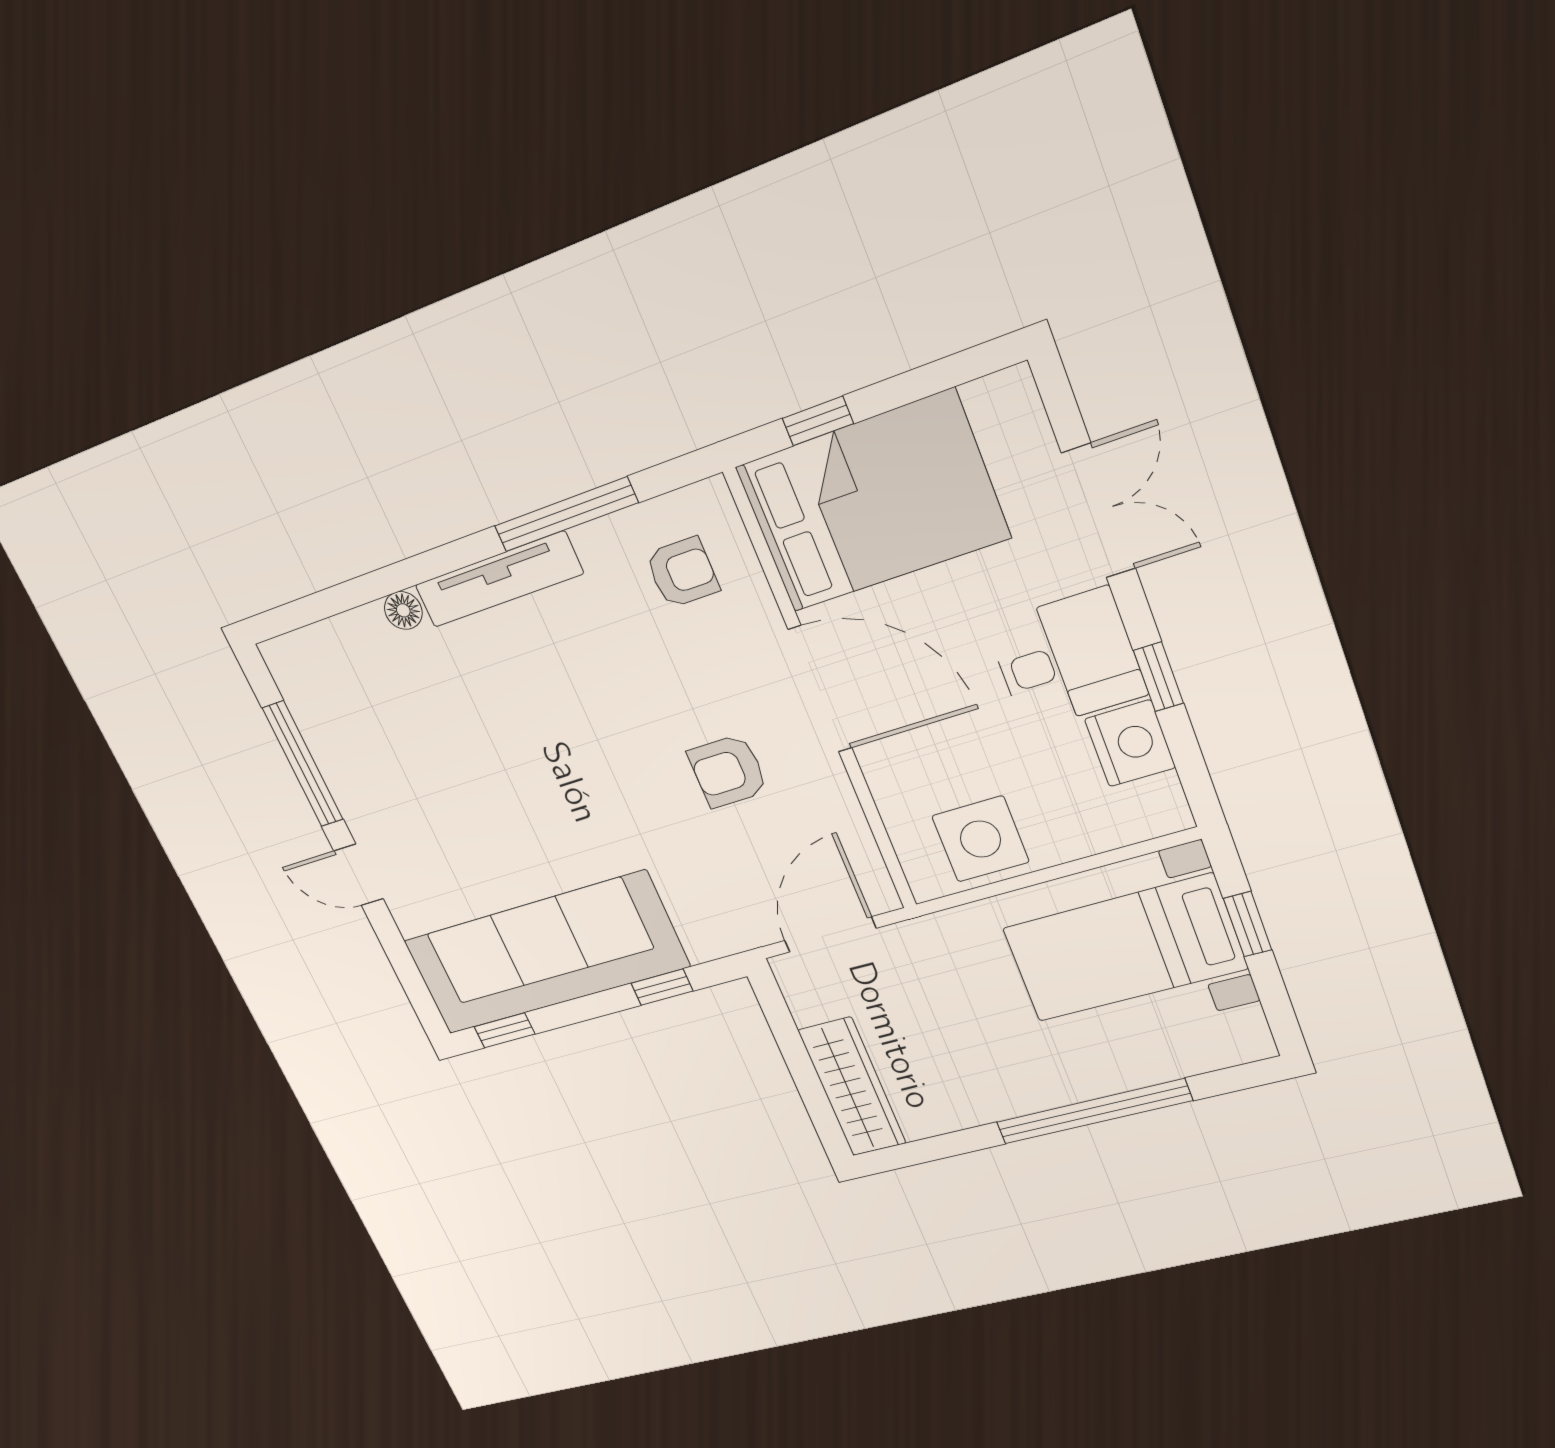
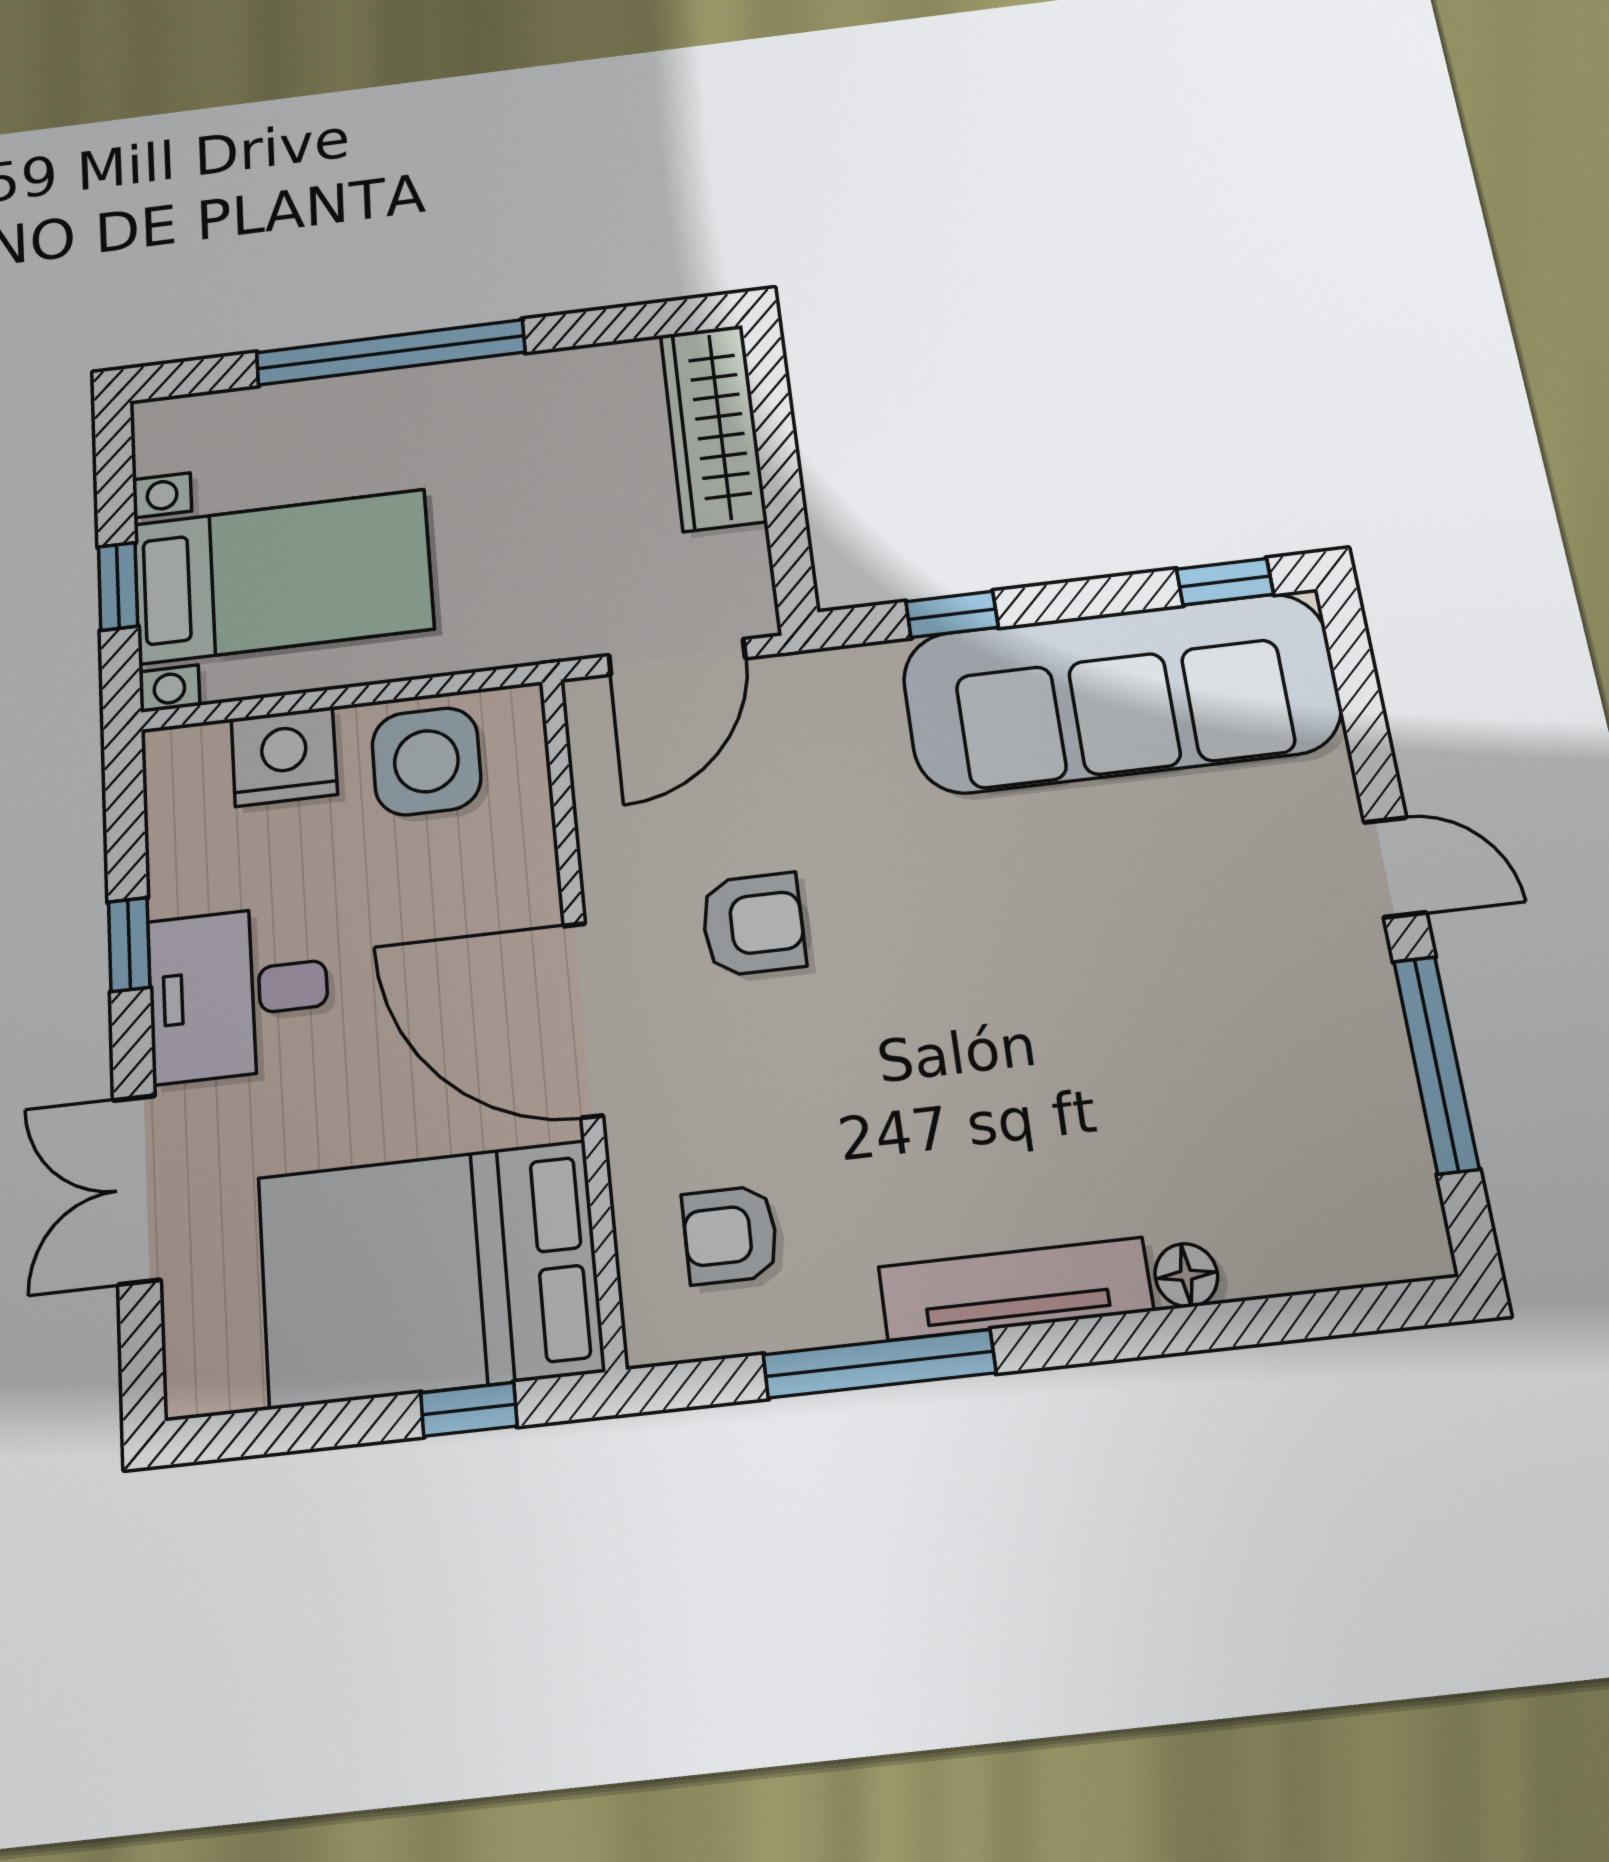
nightstand: (1130, 743) -> (284, 757), moved, turned 90

